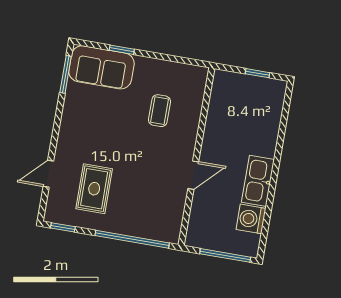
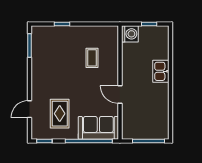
sofa: (101, 67) -> (98, 128), moved, turned 180
door: (193, 175) -> (120, 95), swing flipped
kitchen sink: (258, 181) -> (161, 71), moved, width x0.73
washing machine: (251, 219) -> (130, 34), moved, turned 180

